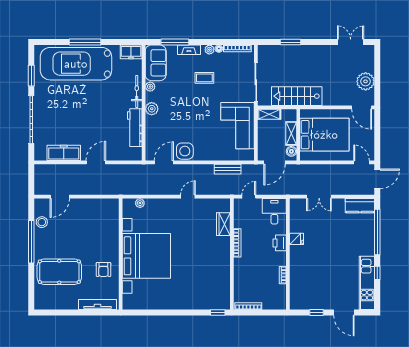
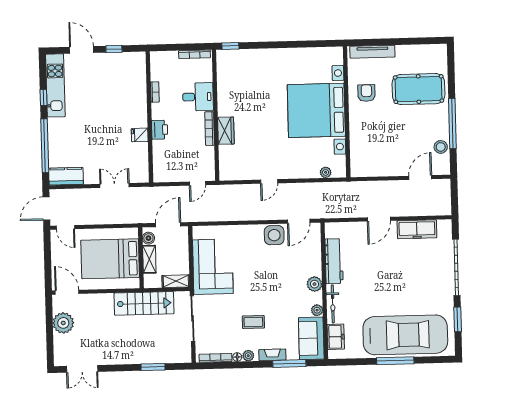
freezer: (131, 52) -> (336, 337), moved, turned 90
bench: (228, 169) -> (223, 215), removed
desk: (274, 211) -> (198, 97), moved, turned -90
wardrobe: (223, 224) -> (226, 131), moved

